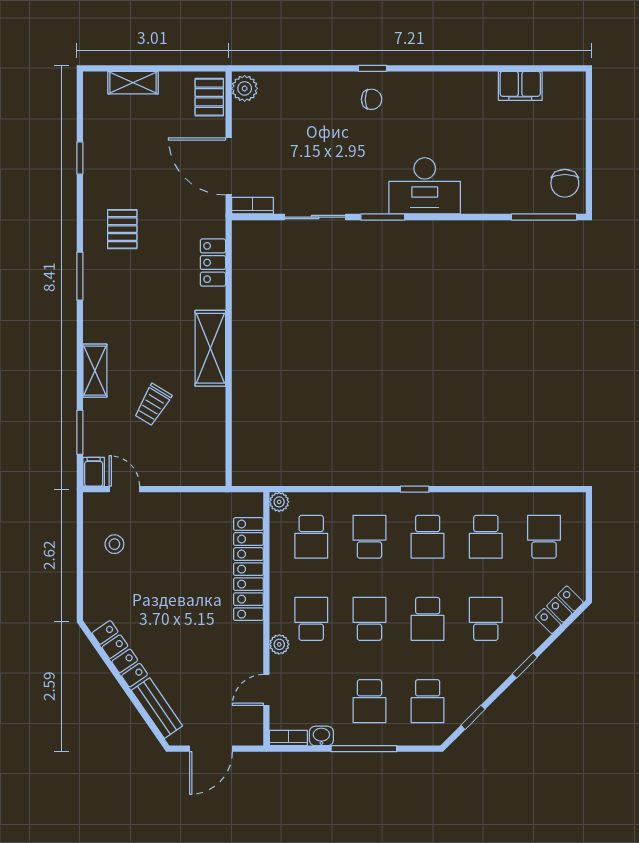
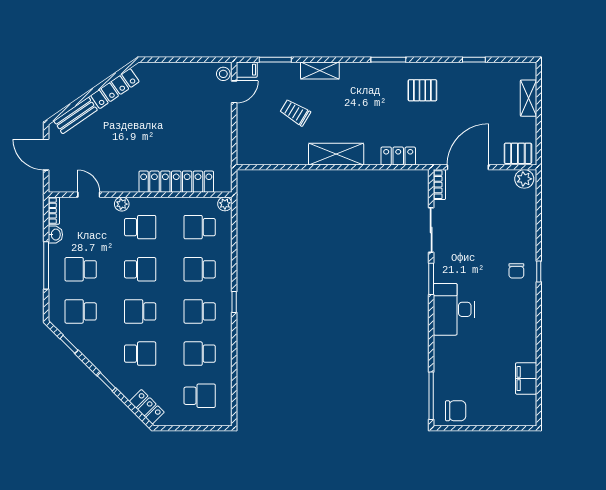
chair: (565, 183) -> (456, 411), turned 180
school desk: (369, 537) -> (200, 269), turned 180
stool: (114, 544) -> (223, 74), moved

